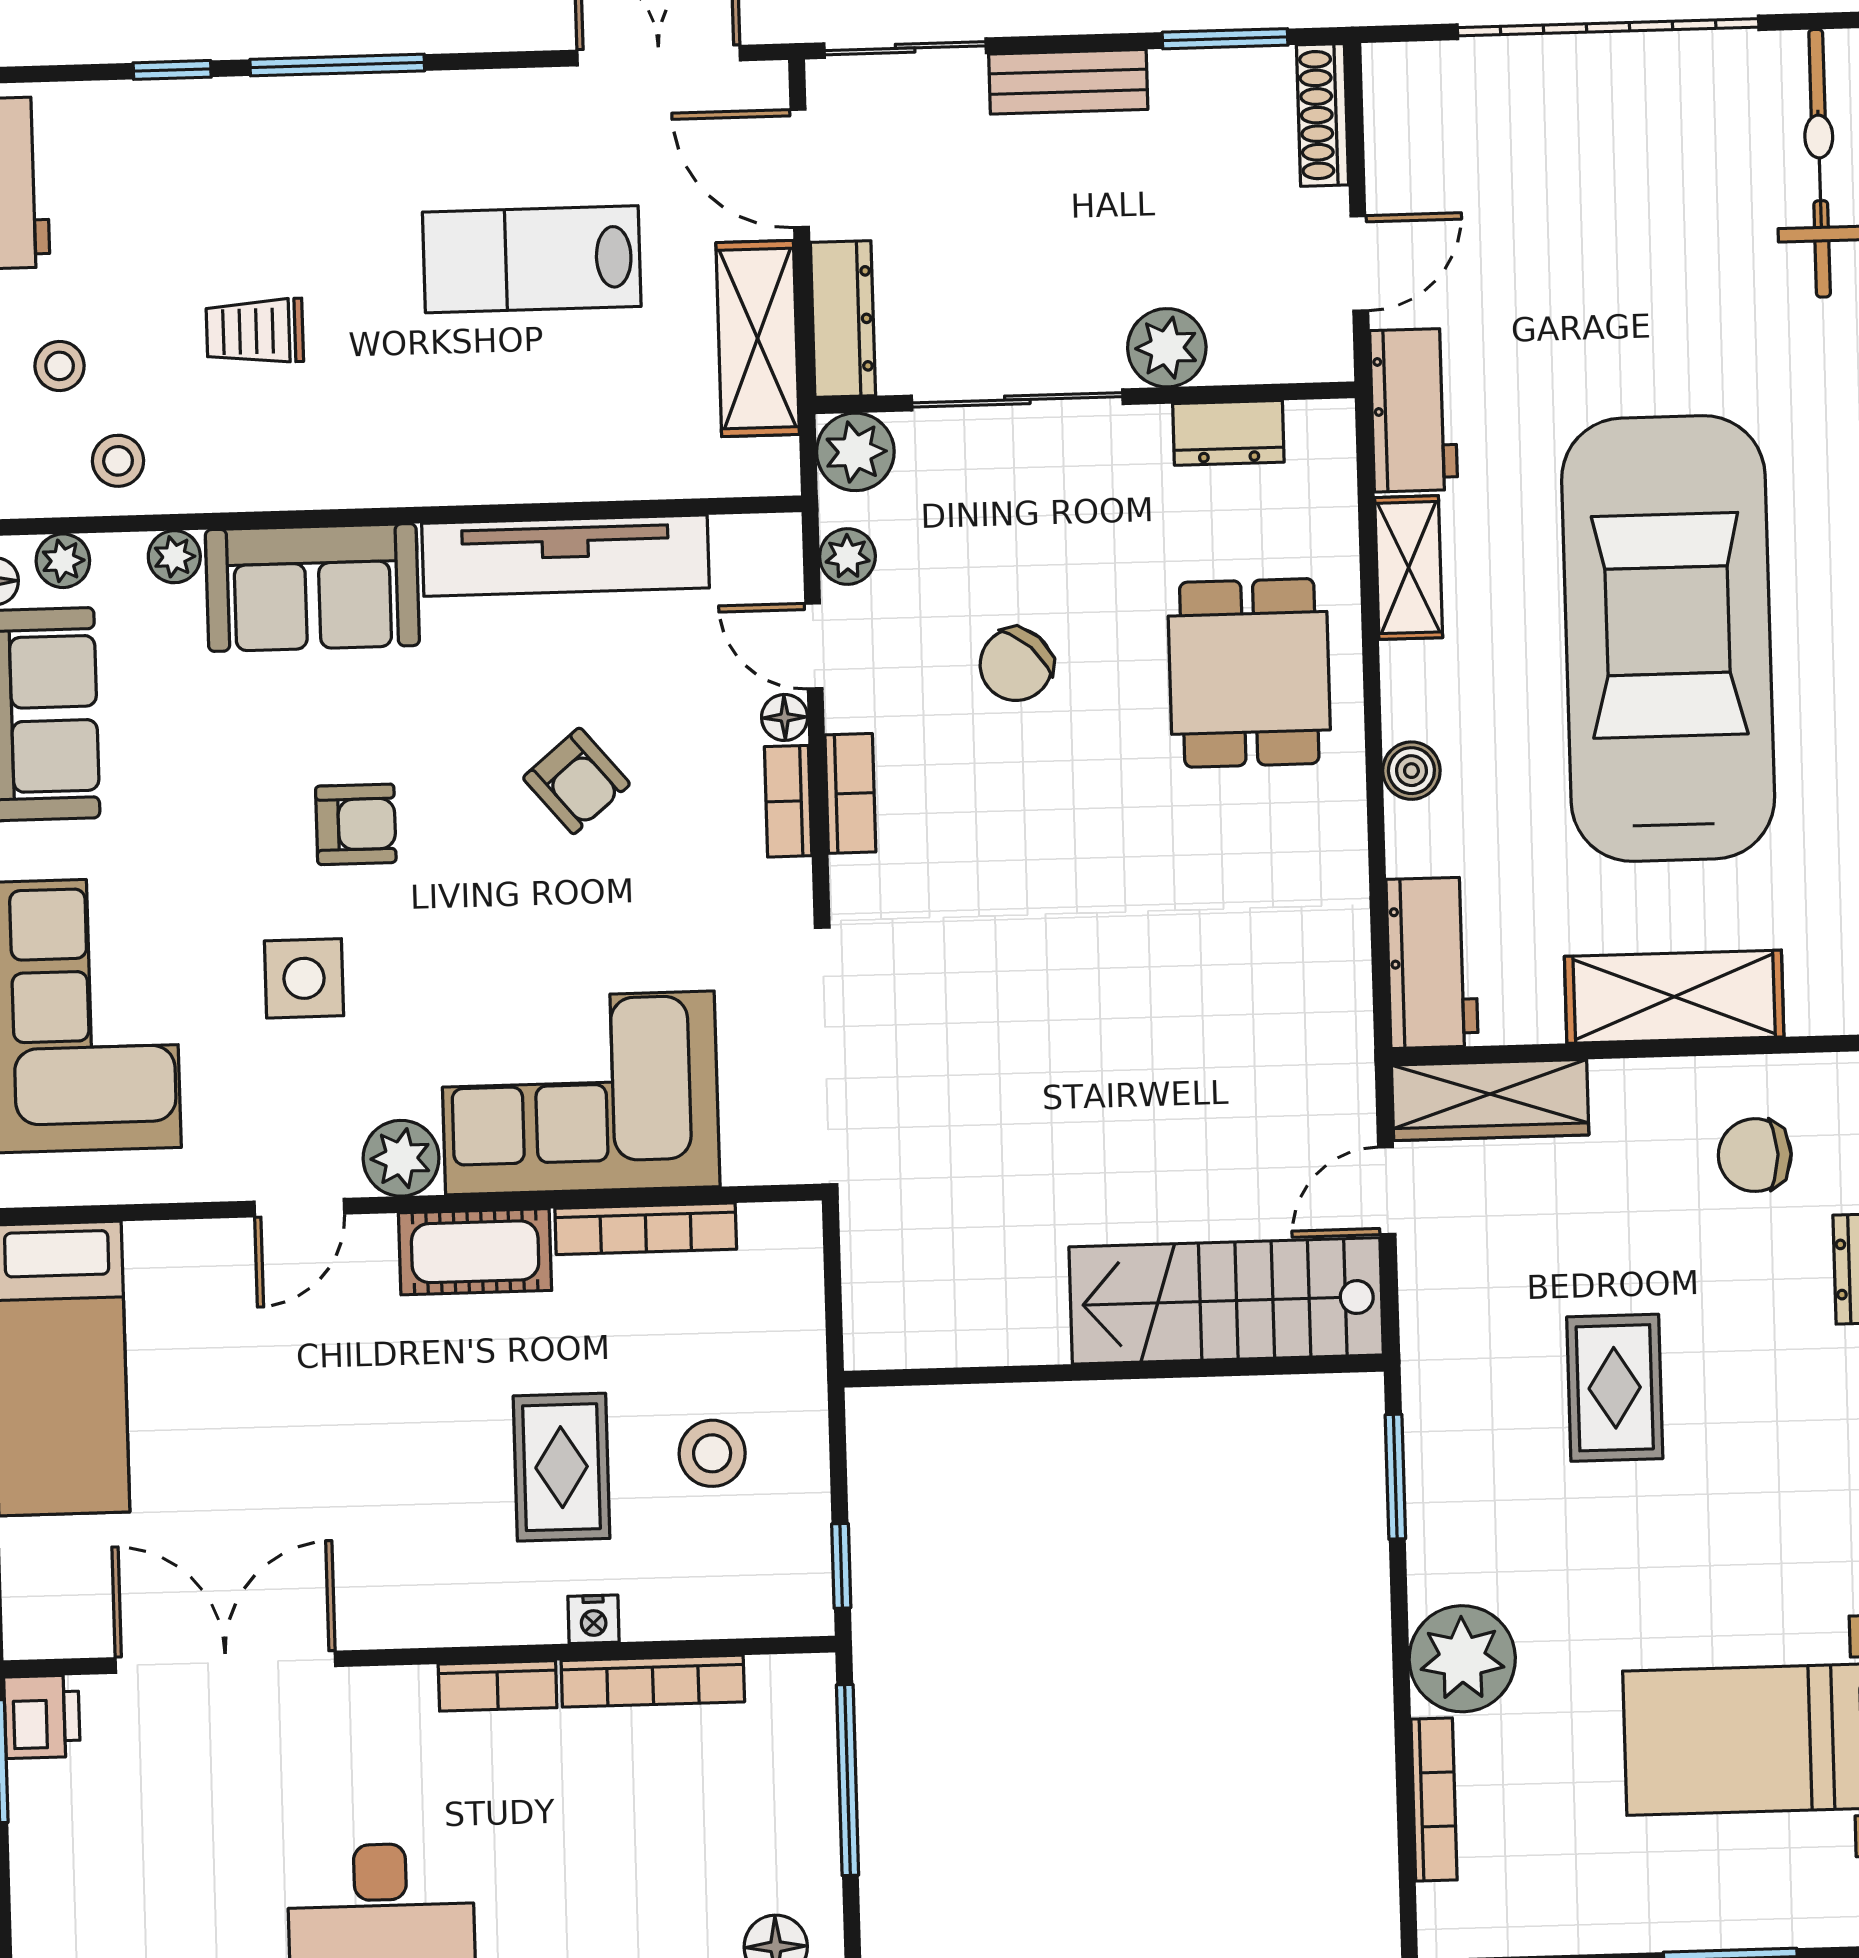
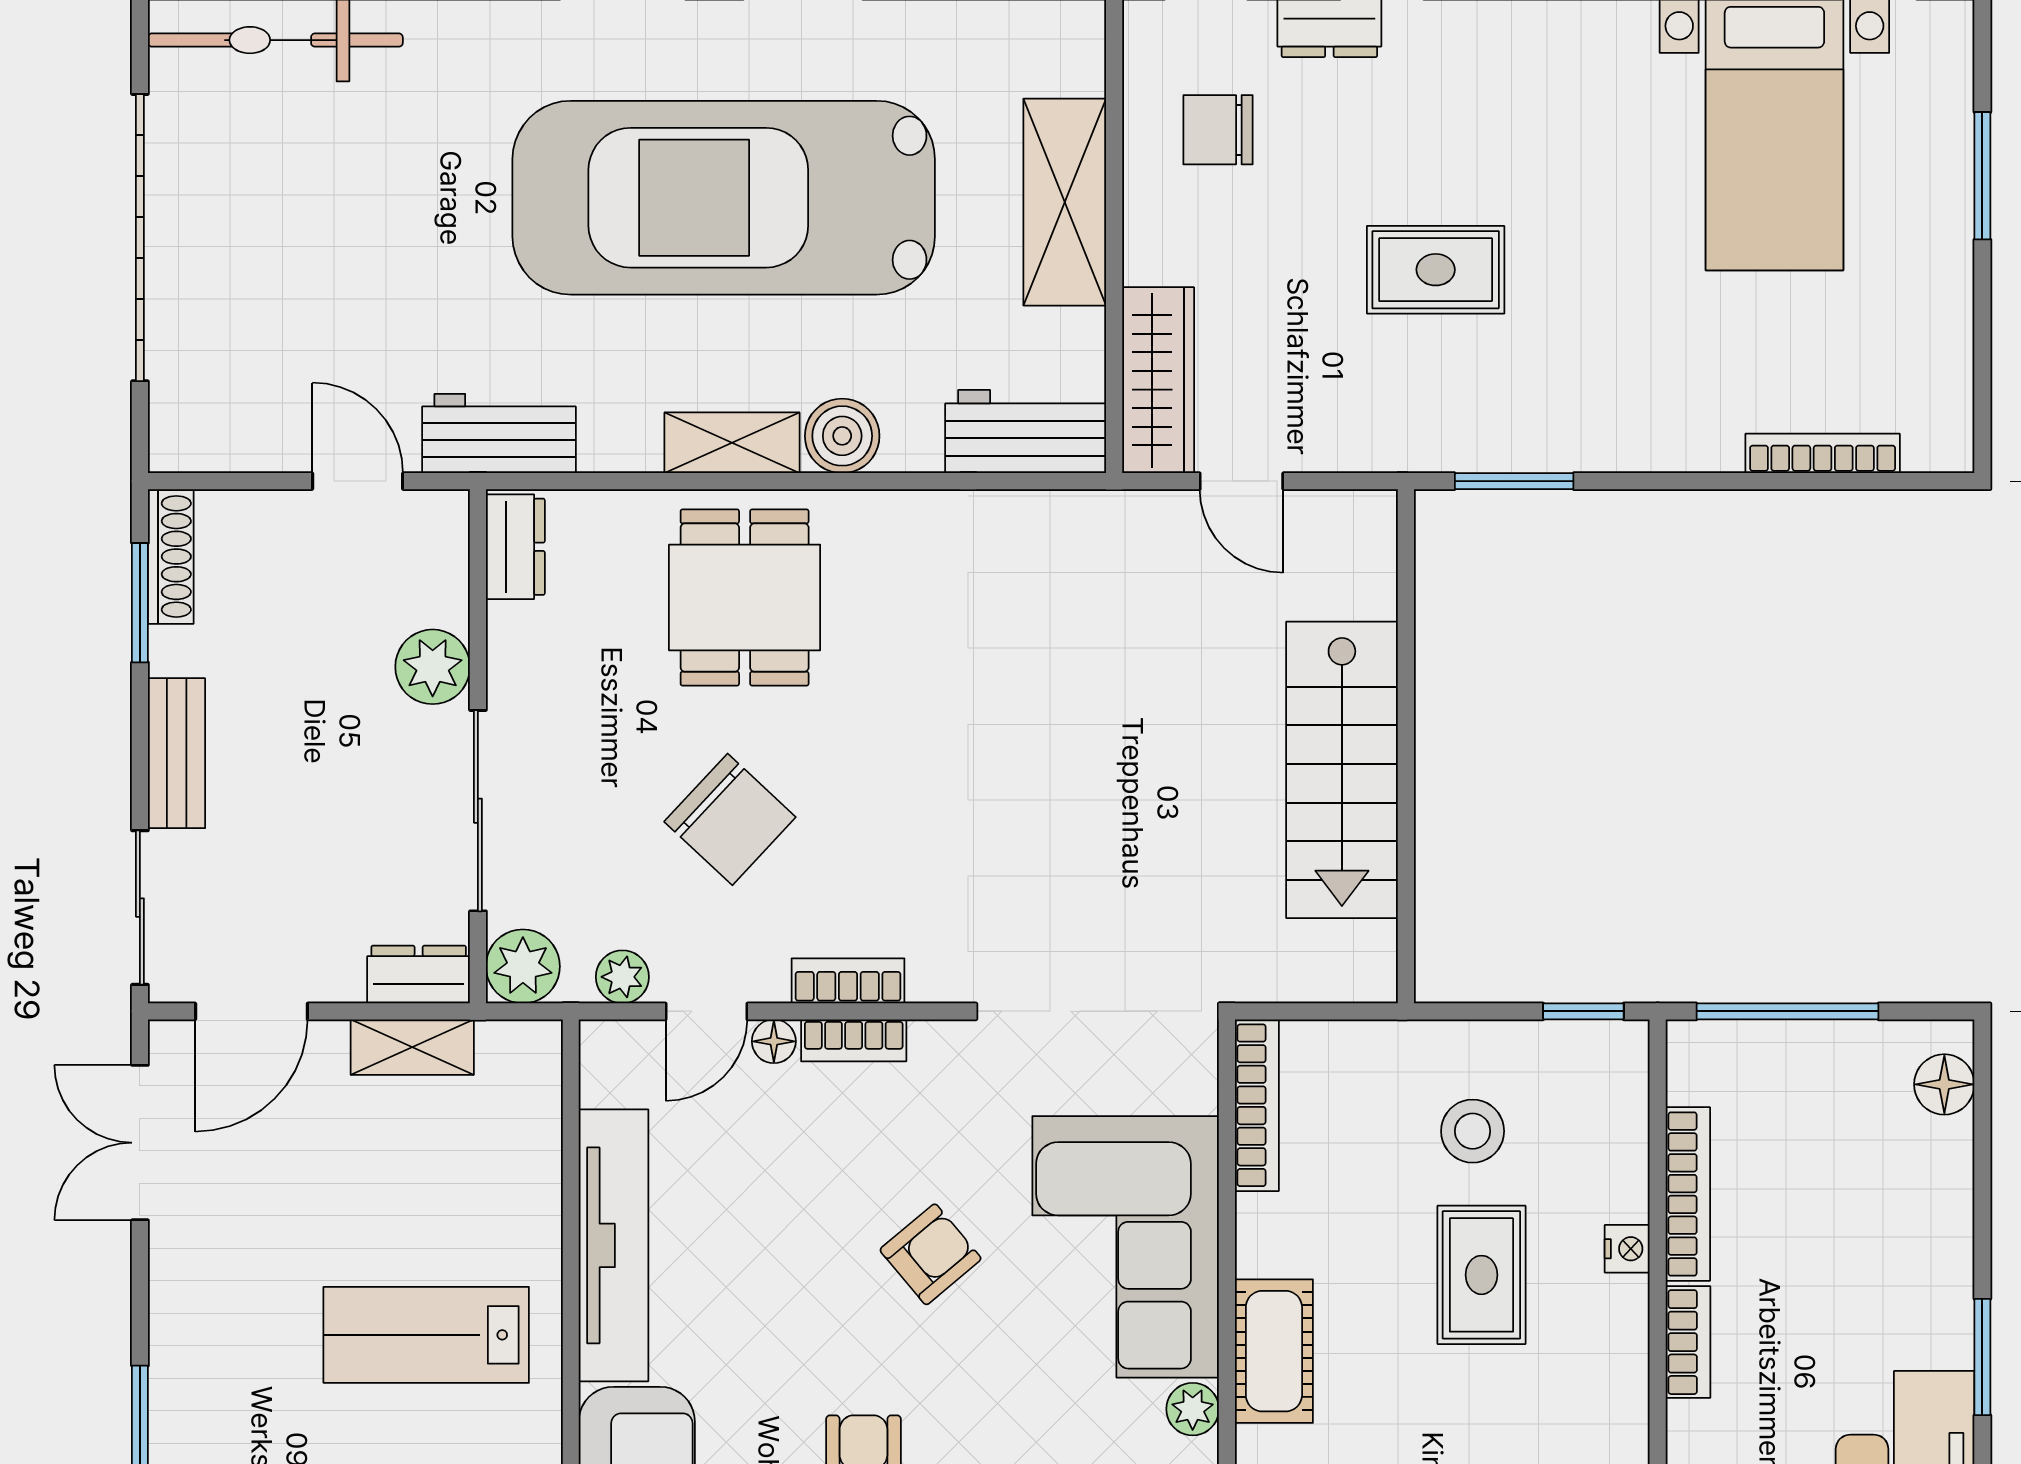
shoe rack: (1322, 115) -> (171, 556), moved, turned -90
lab bench: (532, 259) -> (426, 1335), moved, turned 90
dresser: (843, 319) -> (419, 975), width x0.70
shelving: (758, 339) -> (412, 1047), width x0.67, depth x0.75
dresser: (1228, 433) -> (515, 547), moved
shelving: (1409, 568) -> (732, 443), moved
chair: (1016, 665) -> (730, 819), width x1.37, depth x1.37
dining table: (1249, 673) -> (745, 598), turned 90
boiler: (1411, 771) -> (842, 436), width x1.36, depth x1.36
armchair: (576, 781) -> (931, 1254), moved
chair: (1755, 1155) -> (1218, 130), turned 90
plant: (401, 1158) -> (1193, 1409), width x0.73, depth x0.73
bookcase: (646, 1229) -> (1257, 1105), moved
stairs: (1226, 1301) -> (1342, 770), moved
rug: (562, 1467) -> (1481, 1275), turned 90
plant: (1462, 1659) -> (1689, 423), removed

